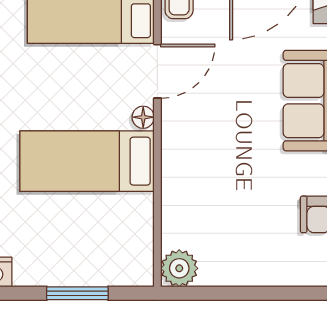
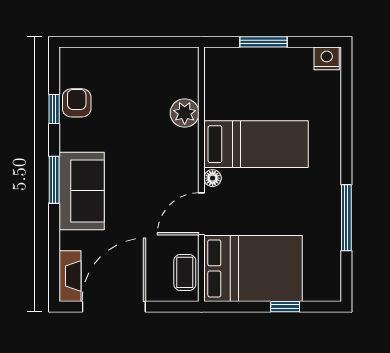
plant: (179, 268) -> (185, 113), moved

